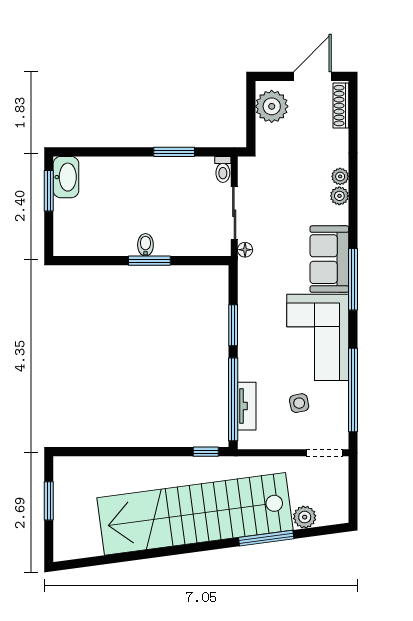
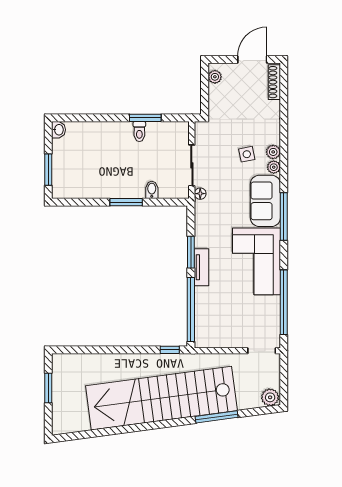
plant: (272, 106) -> (215, 77), width x0.53, depth x0.53
toilet: (223, 169) -> (139, 132), moved
plant: (340, 176) -> (274, 167), moved
washbasin: (66, 177) -> (59, 130), width x0.52, depth x0.69
window: (49, 191) -> (48, 170), moved
bidet: (145, 245) -> (152, 190), moved
side table: (299, 403) -> (247, 154), moved
tv unit: (247, 406) -> (201, 267), moved
plant: (305, 517) -> (270, 397), moved

